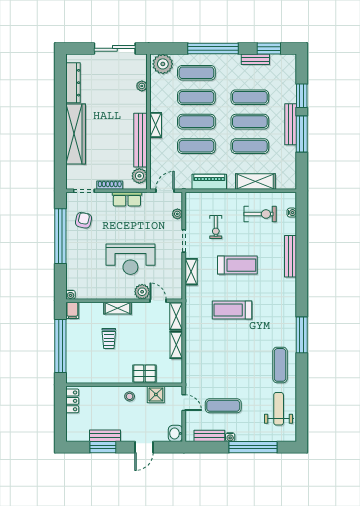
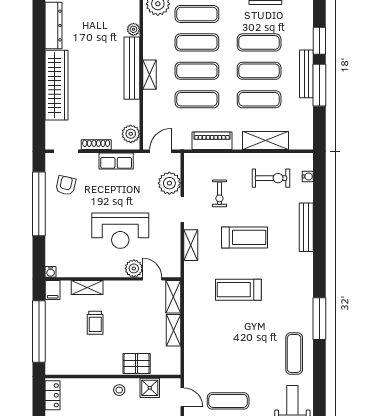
bench: (140, 140) -> (132, 68), moved
plant: (177, 214) -> (169, 183), width x1.87, depth x1.87
shelving: (117, 308) -> (87, 287), moved

